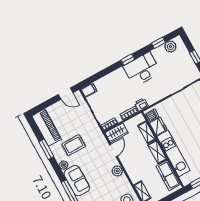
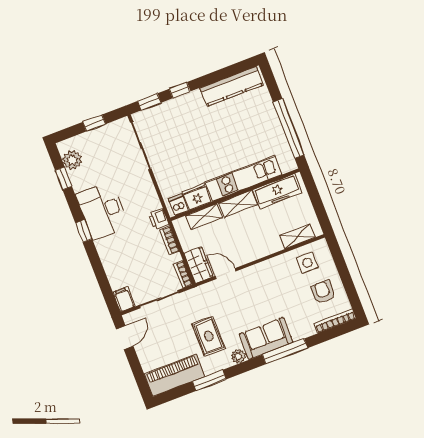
plant: (117, 171) -> (259, 272), removed

